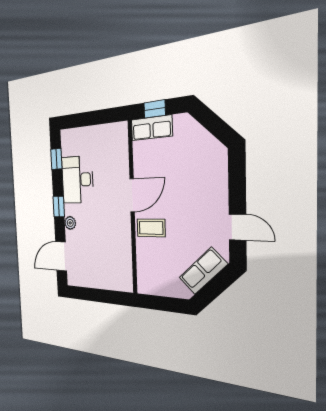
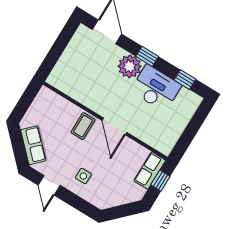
side table: (202, 194) -> (83, 176), added
plant: (70, 223) -> (130, 66), width x1.87, depth x1.87
door: (238, 227) -> (49, 185), hinge flipped

